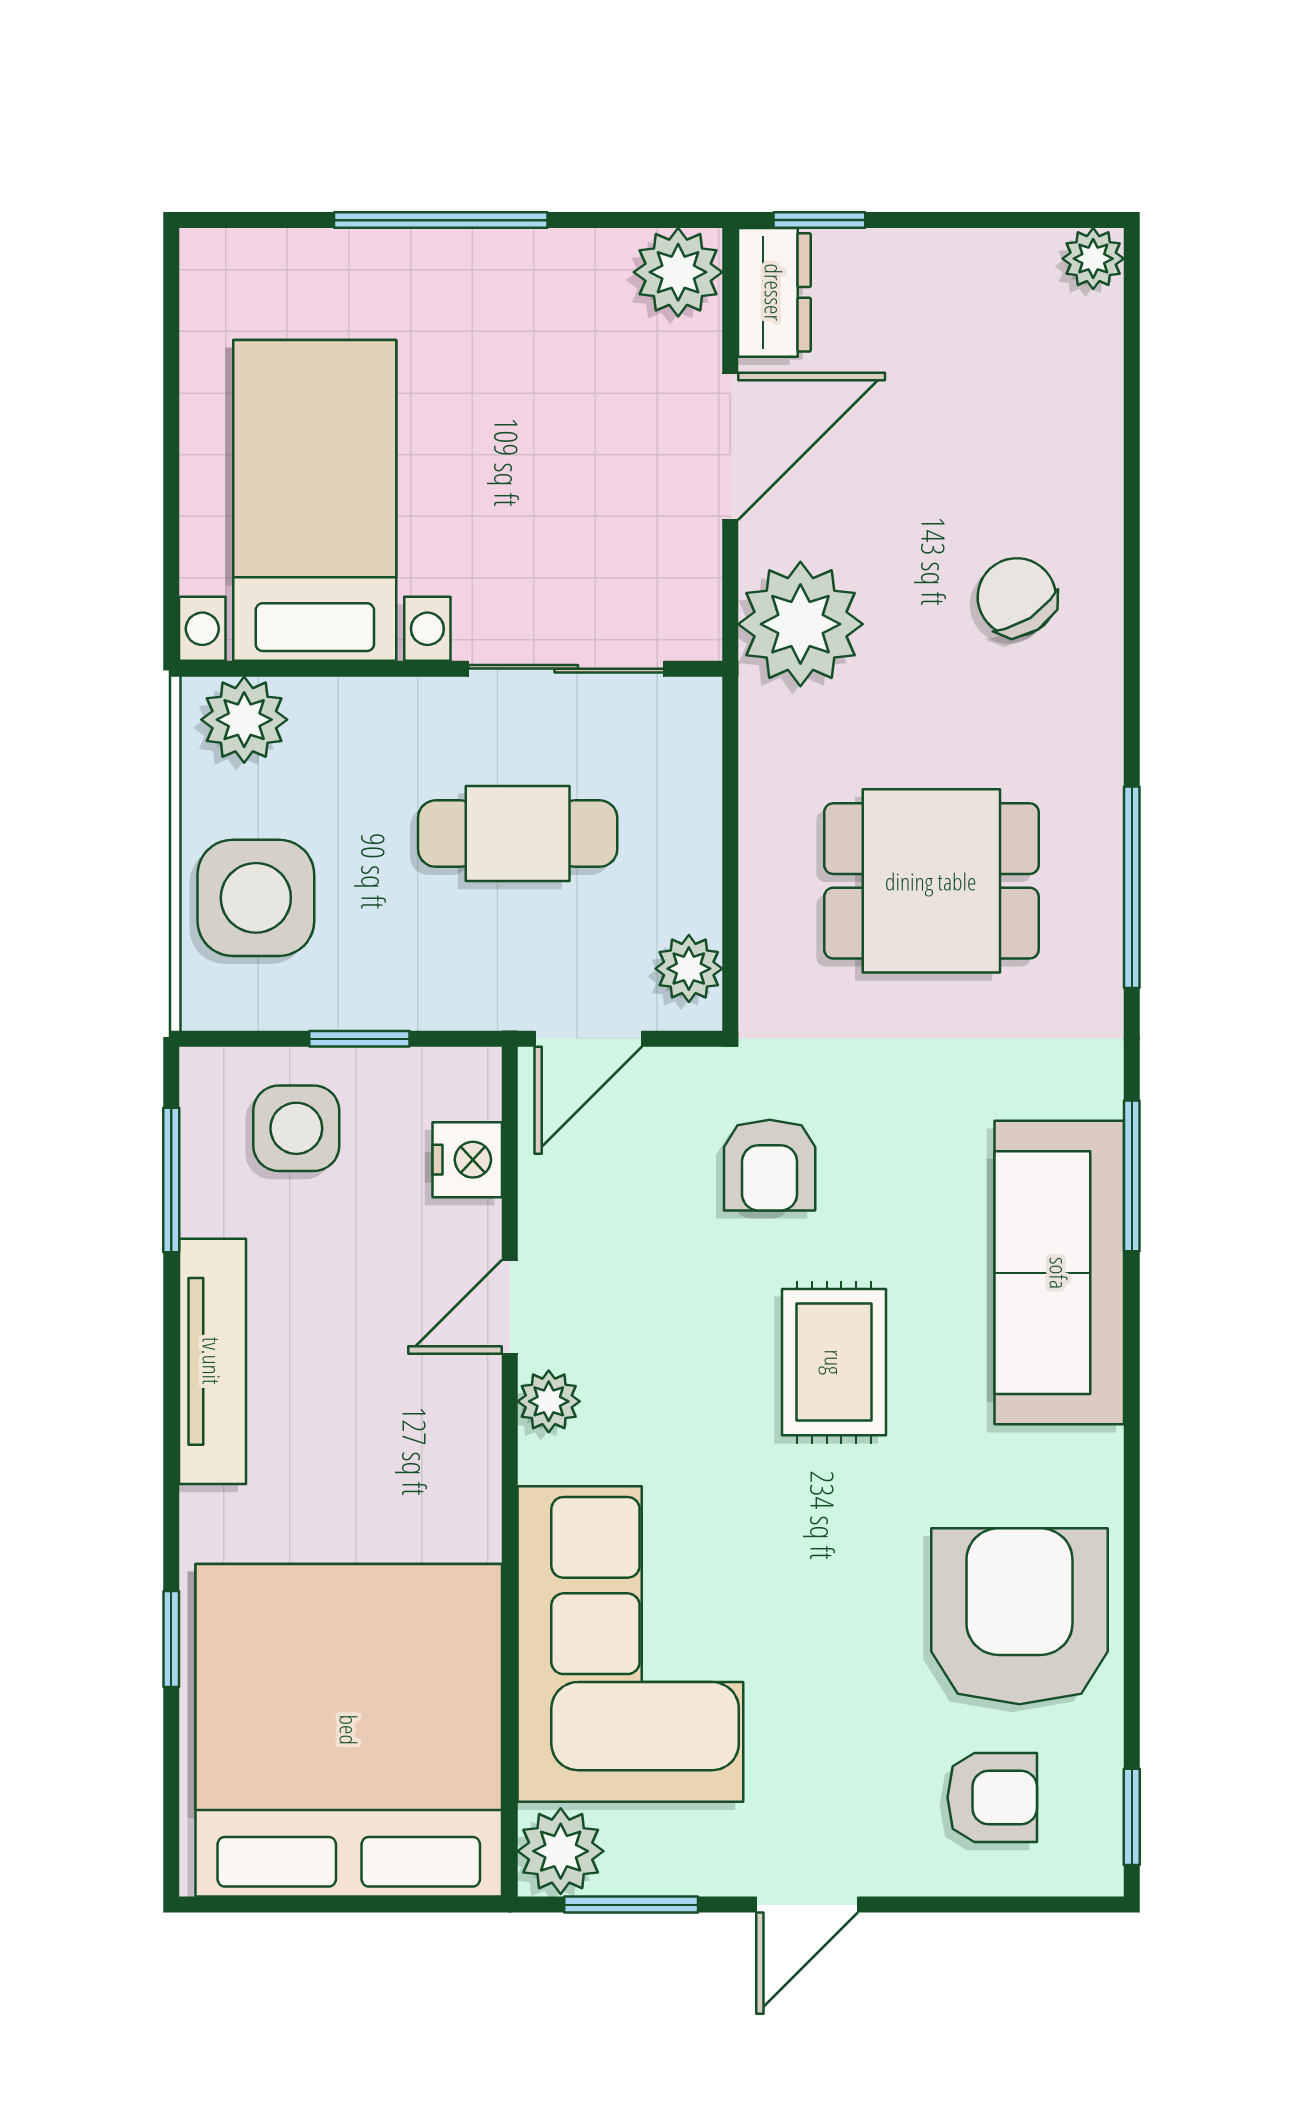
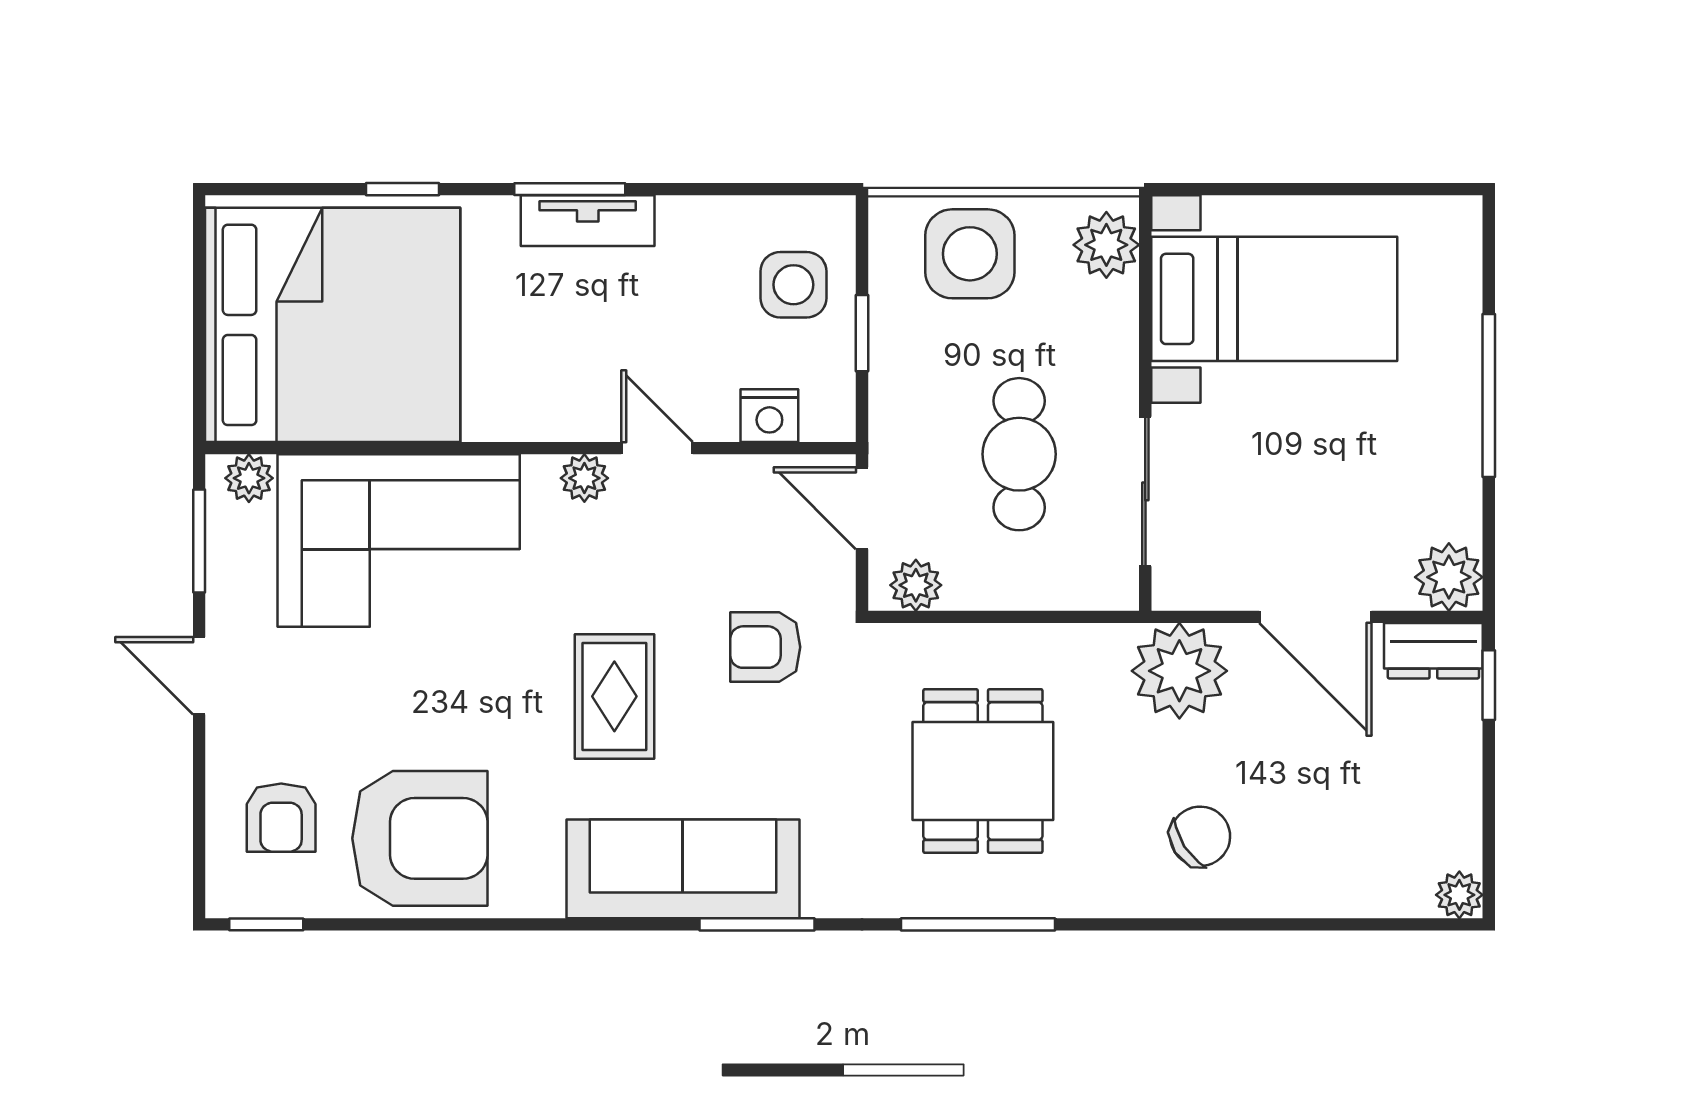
window: (171, 1180) -> (570, 189), moved
tv unit: (212, 1361) -> (588, 221), width x0.71
rug: (834, 1362) -> (614, 696), turned 90
plant: (561, 1851) -> (249, 478), width x0.73, depth x0.73

